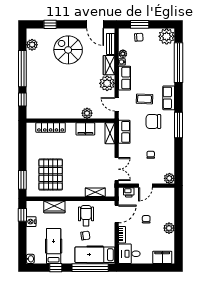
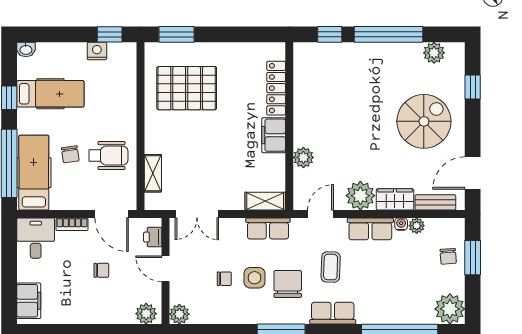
filing cabinet: (85, 129) -> (274, 135), moved
side table: (150, 139) -> (255, 278), added
wardrobe: (54, 207) -> (125, 95), removed
plant: (169, 228) -> (146, 314), moved

